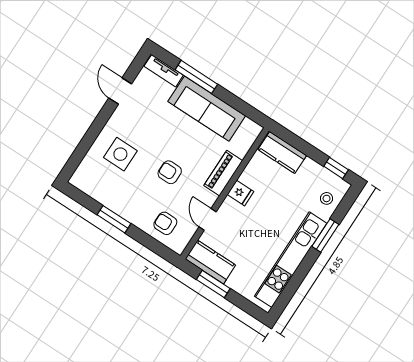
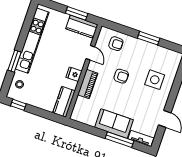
sofa: (207, 109) -> (114, 124), width x0.73
kitchen counter: (282, 153) -> (64, 102), moved, turned -90

